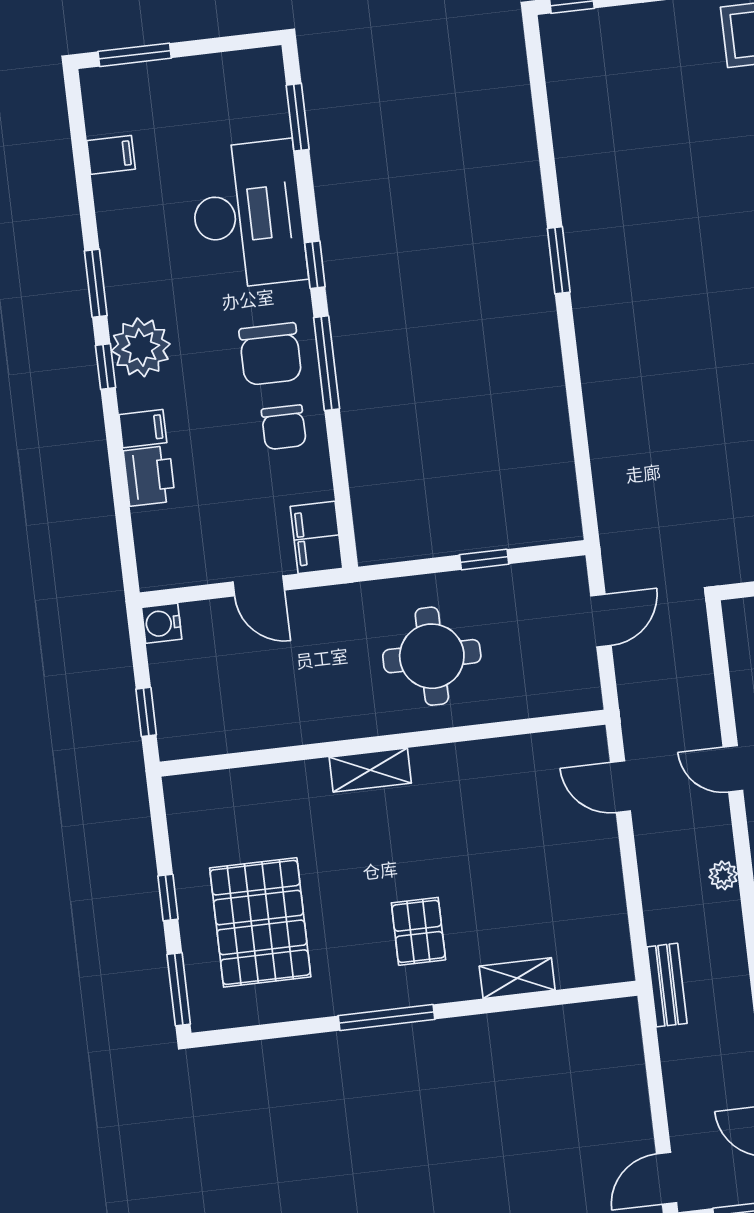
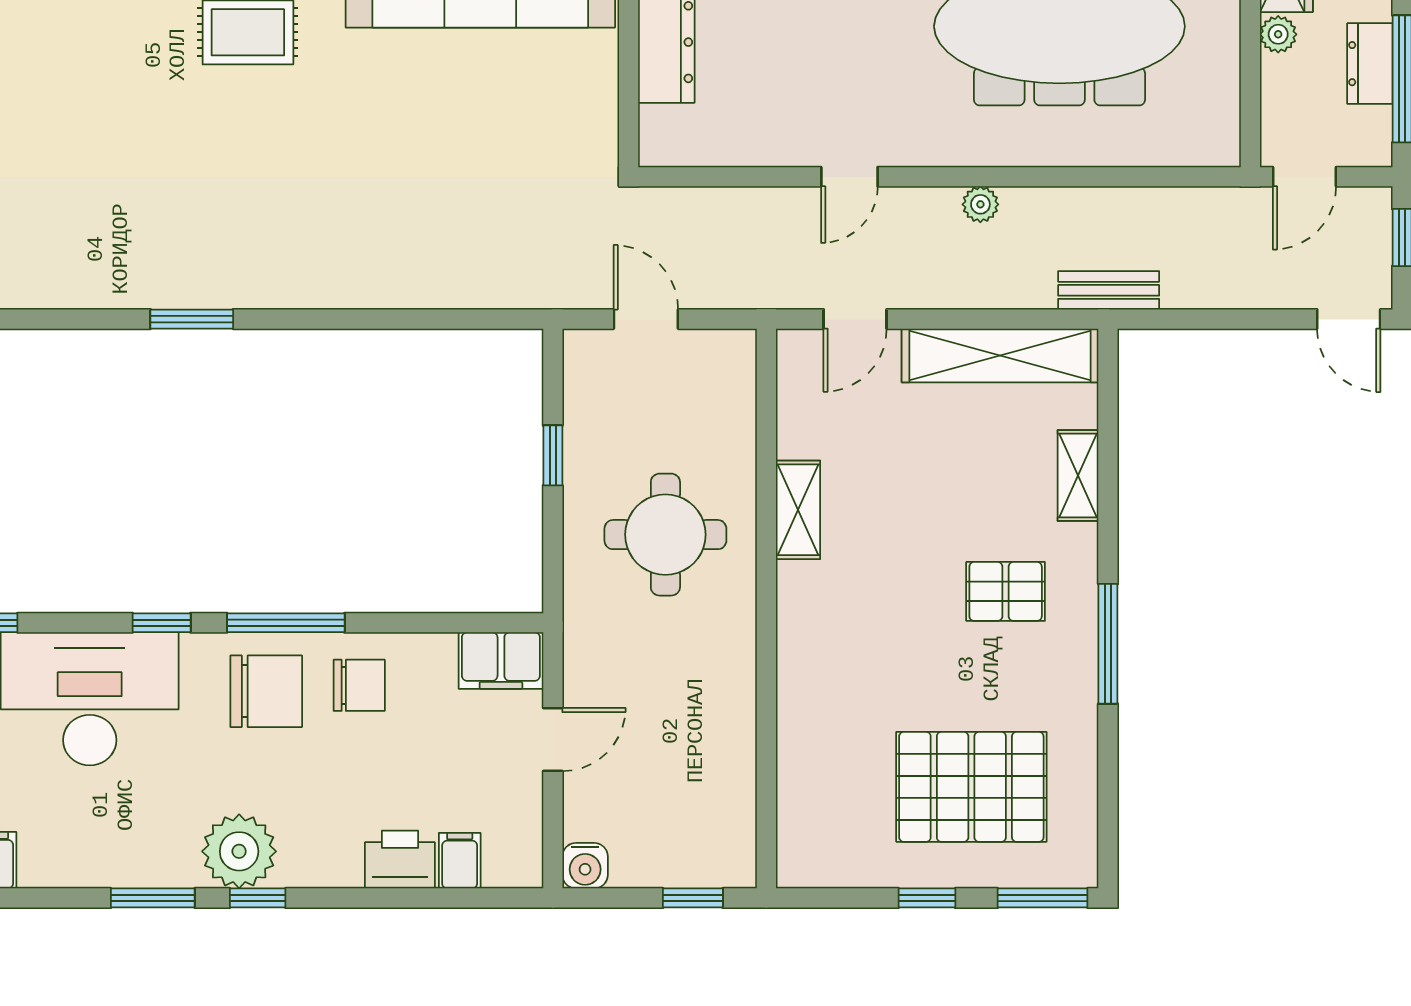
filing cabinet: (143, 429) -> (460, 861), moved
shelving: (370, 770) -> (798, 510), moved
shelving: (605, 905) -> (1000, 355), added

